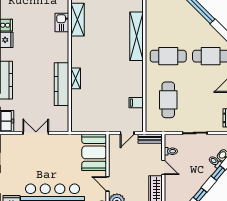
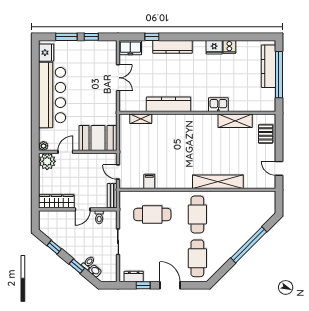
kitchen sink: (62, 22) -> (218, 105), moved
shelving: (76, 78) -> (141, 119), moved

